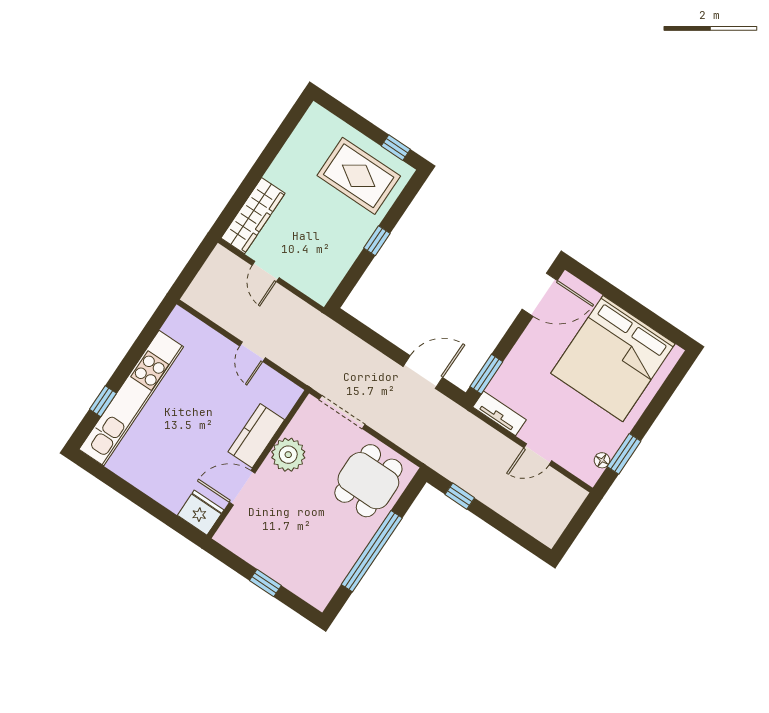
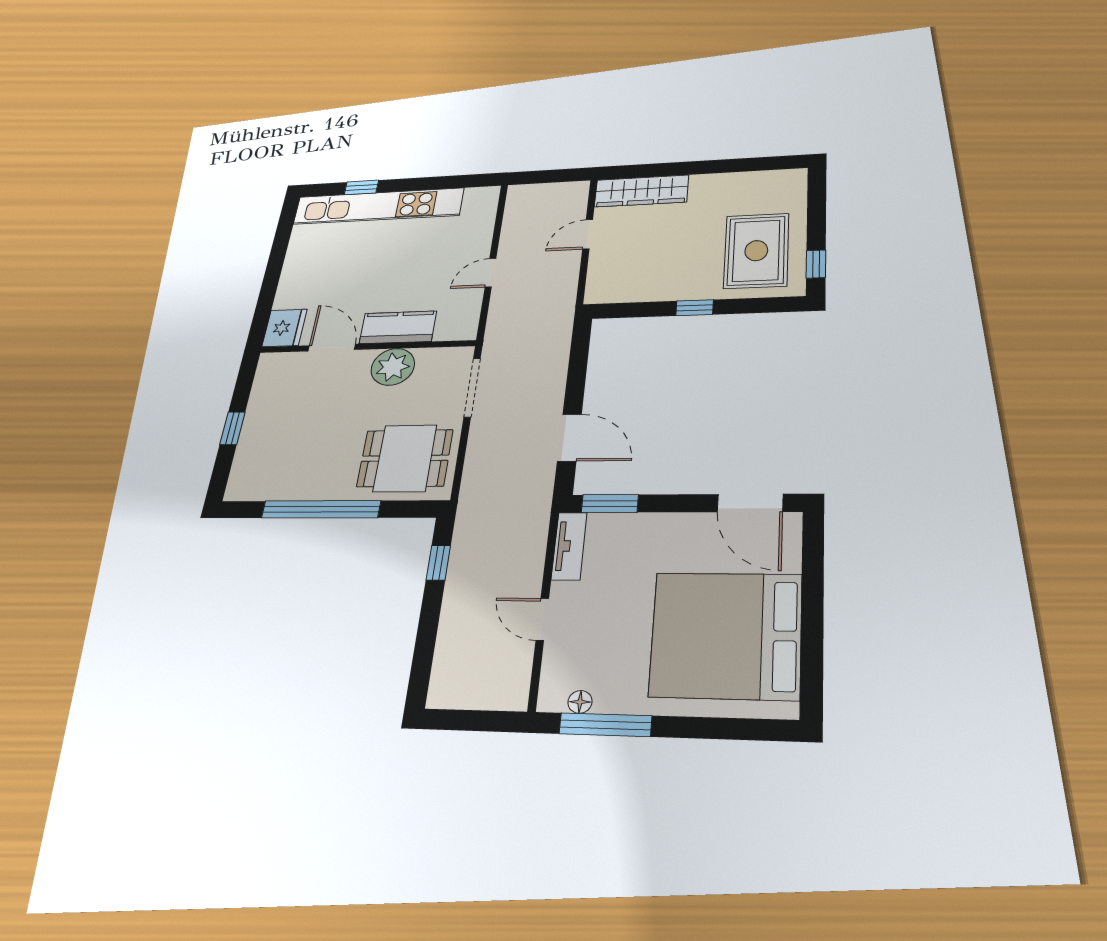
window: (624, 454) -> (605, 725), width x1.44

